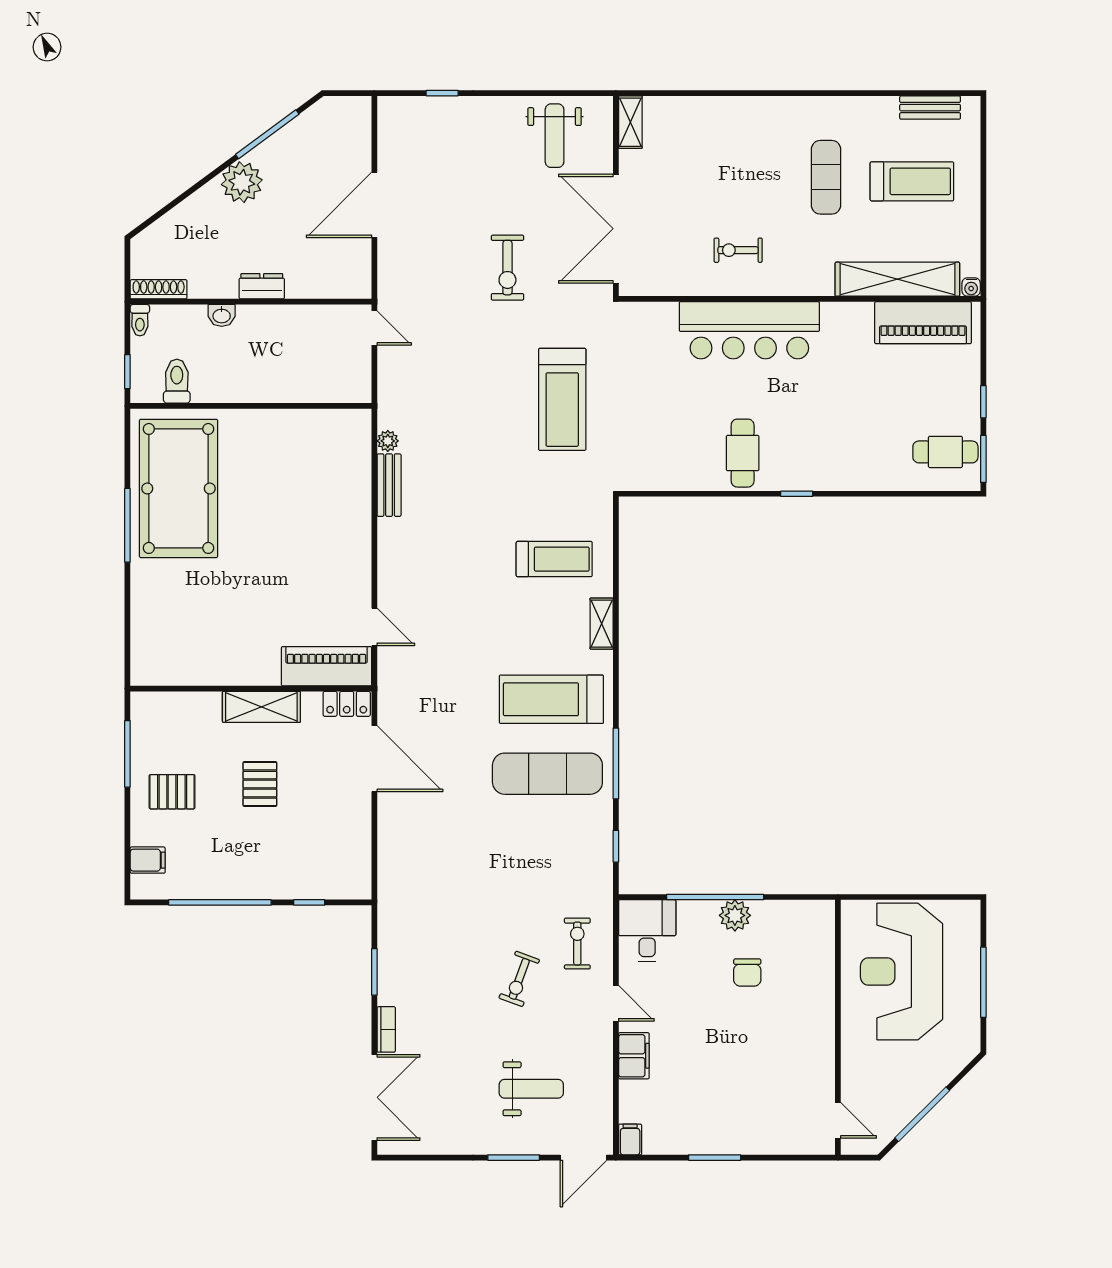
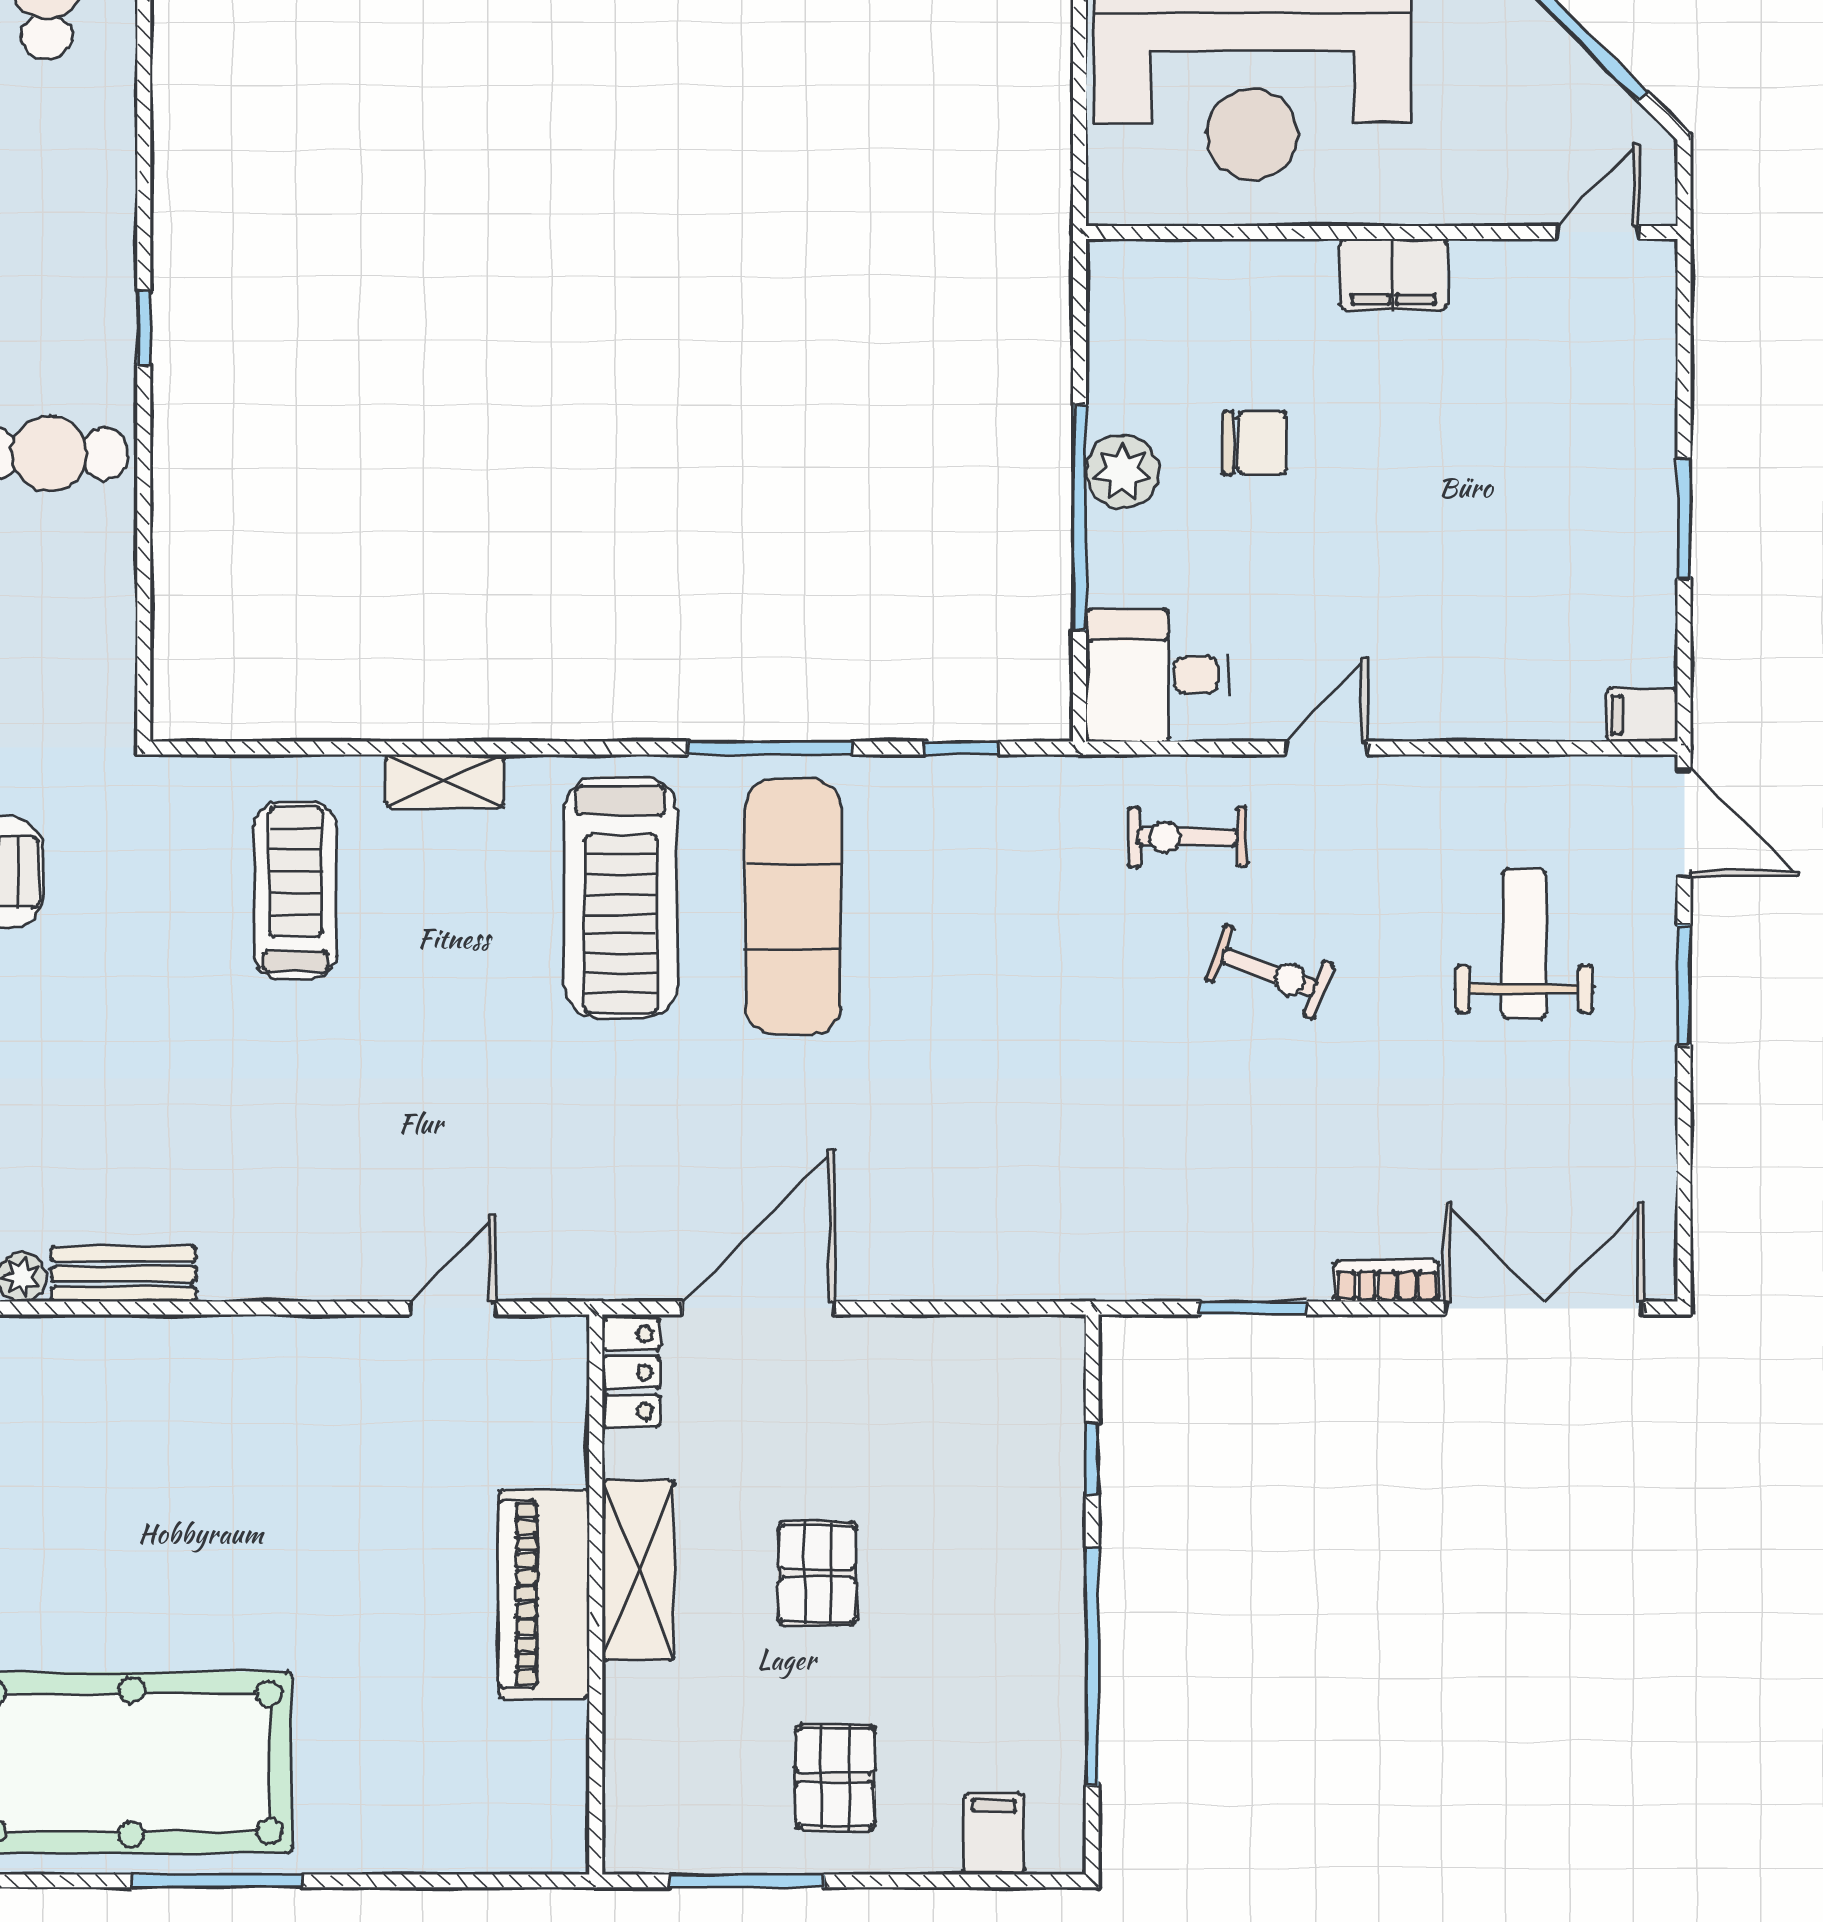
piano: (327, 666) -> (544, 1594), moved
pallet: (260, 784) -> (817, 1574), turned 90
filing cabinet: (634, 1056) -> (1393, 274), moved, turned 180

